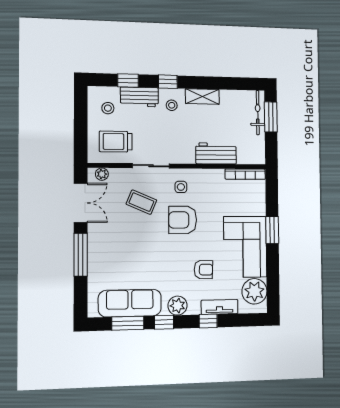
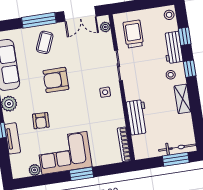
stool: (108, 108) -> (169, 15), moved
coffee table: (141, 202) -> (45, 42), moved
armchair: (183, 220) -> (56, 80), moved, turned -90
plant: (254, 291) -> (35, 170), width x0.53, depth x0.53

